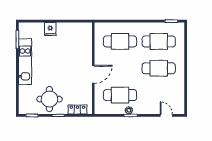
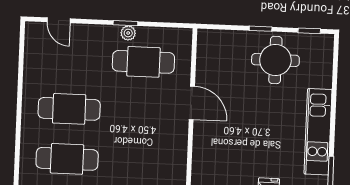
cafe table: (120, 41) -> (139, 162), removed
door: (93, 74) -> (192, 103), swing flipped
locker: (77, 110) -> (224, 38), removed

